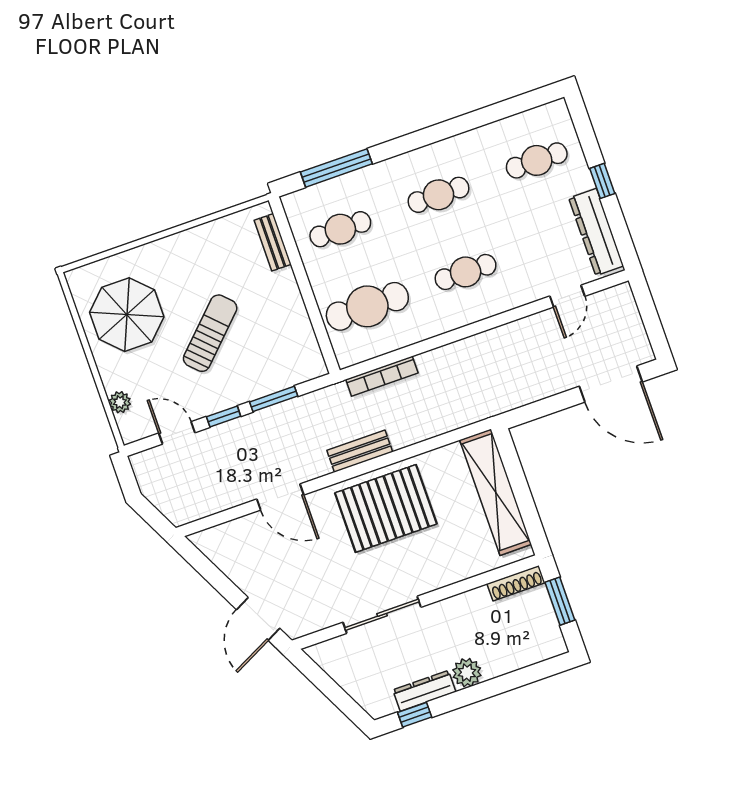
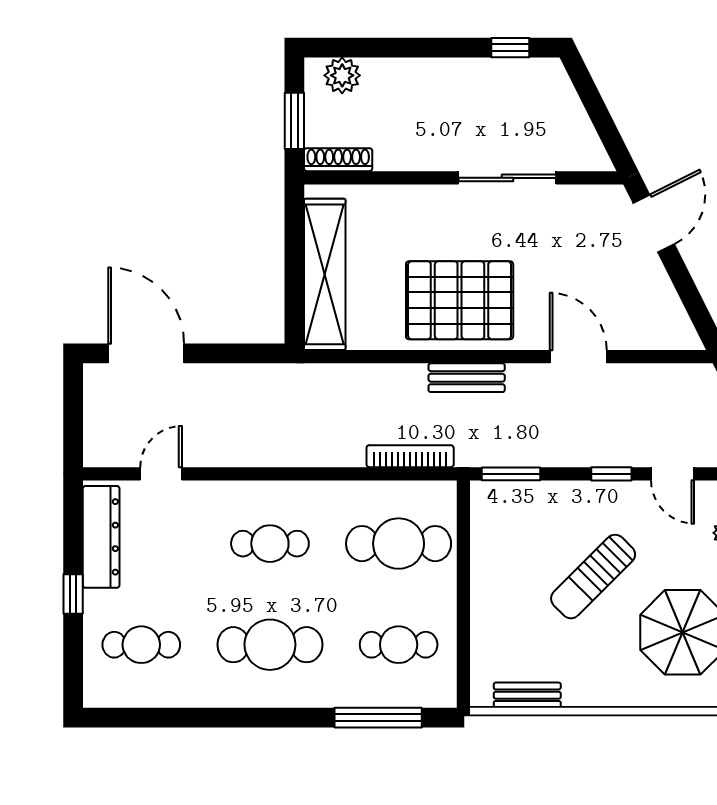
cafe table: (439, 195) -> (270, 645), width x1.37, depth x1.35
bench: (273, 242) -> (527, 695), moved, turned 90
window: (274, 399) -> (511, 474), moved
plant: (467, 673) -> (342, 75), moved
dresser: (424, 691) -> (489, 72), removed

